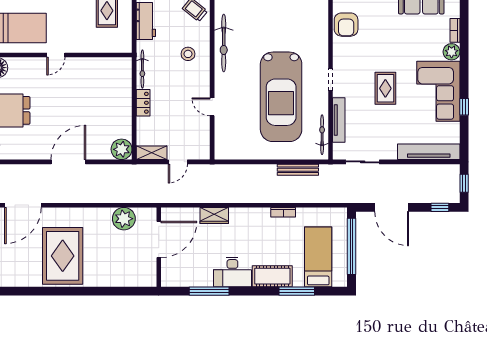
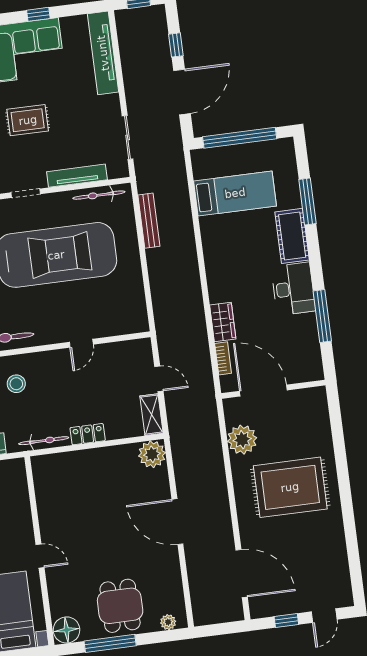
window: (440, 207) -> (176, 45), moved
bookcase: (283, 212) -> (223, 358), moved
rug: (63, 256) -> (290, 487), moved
bed: (318, 257) -> (235, 193), moved, turned 180

